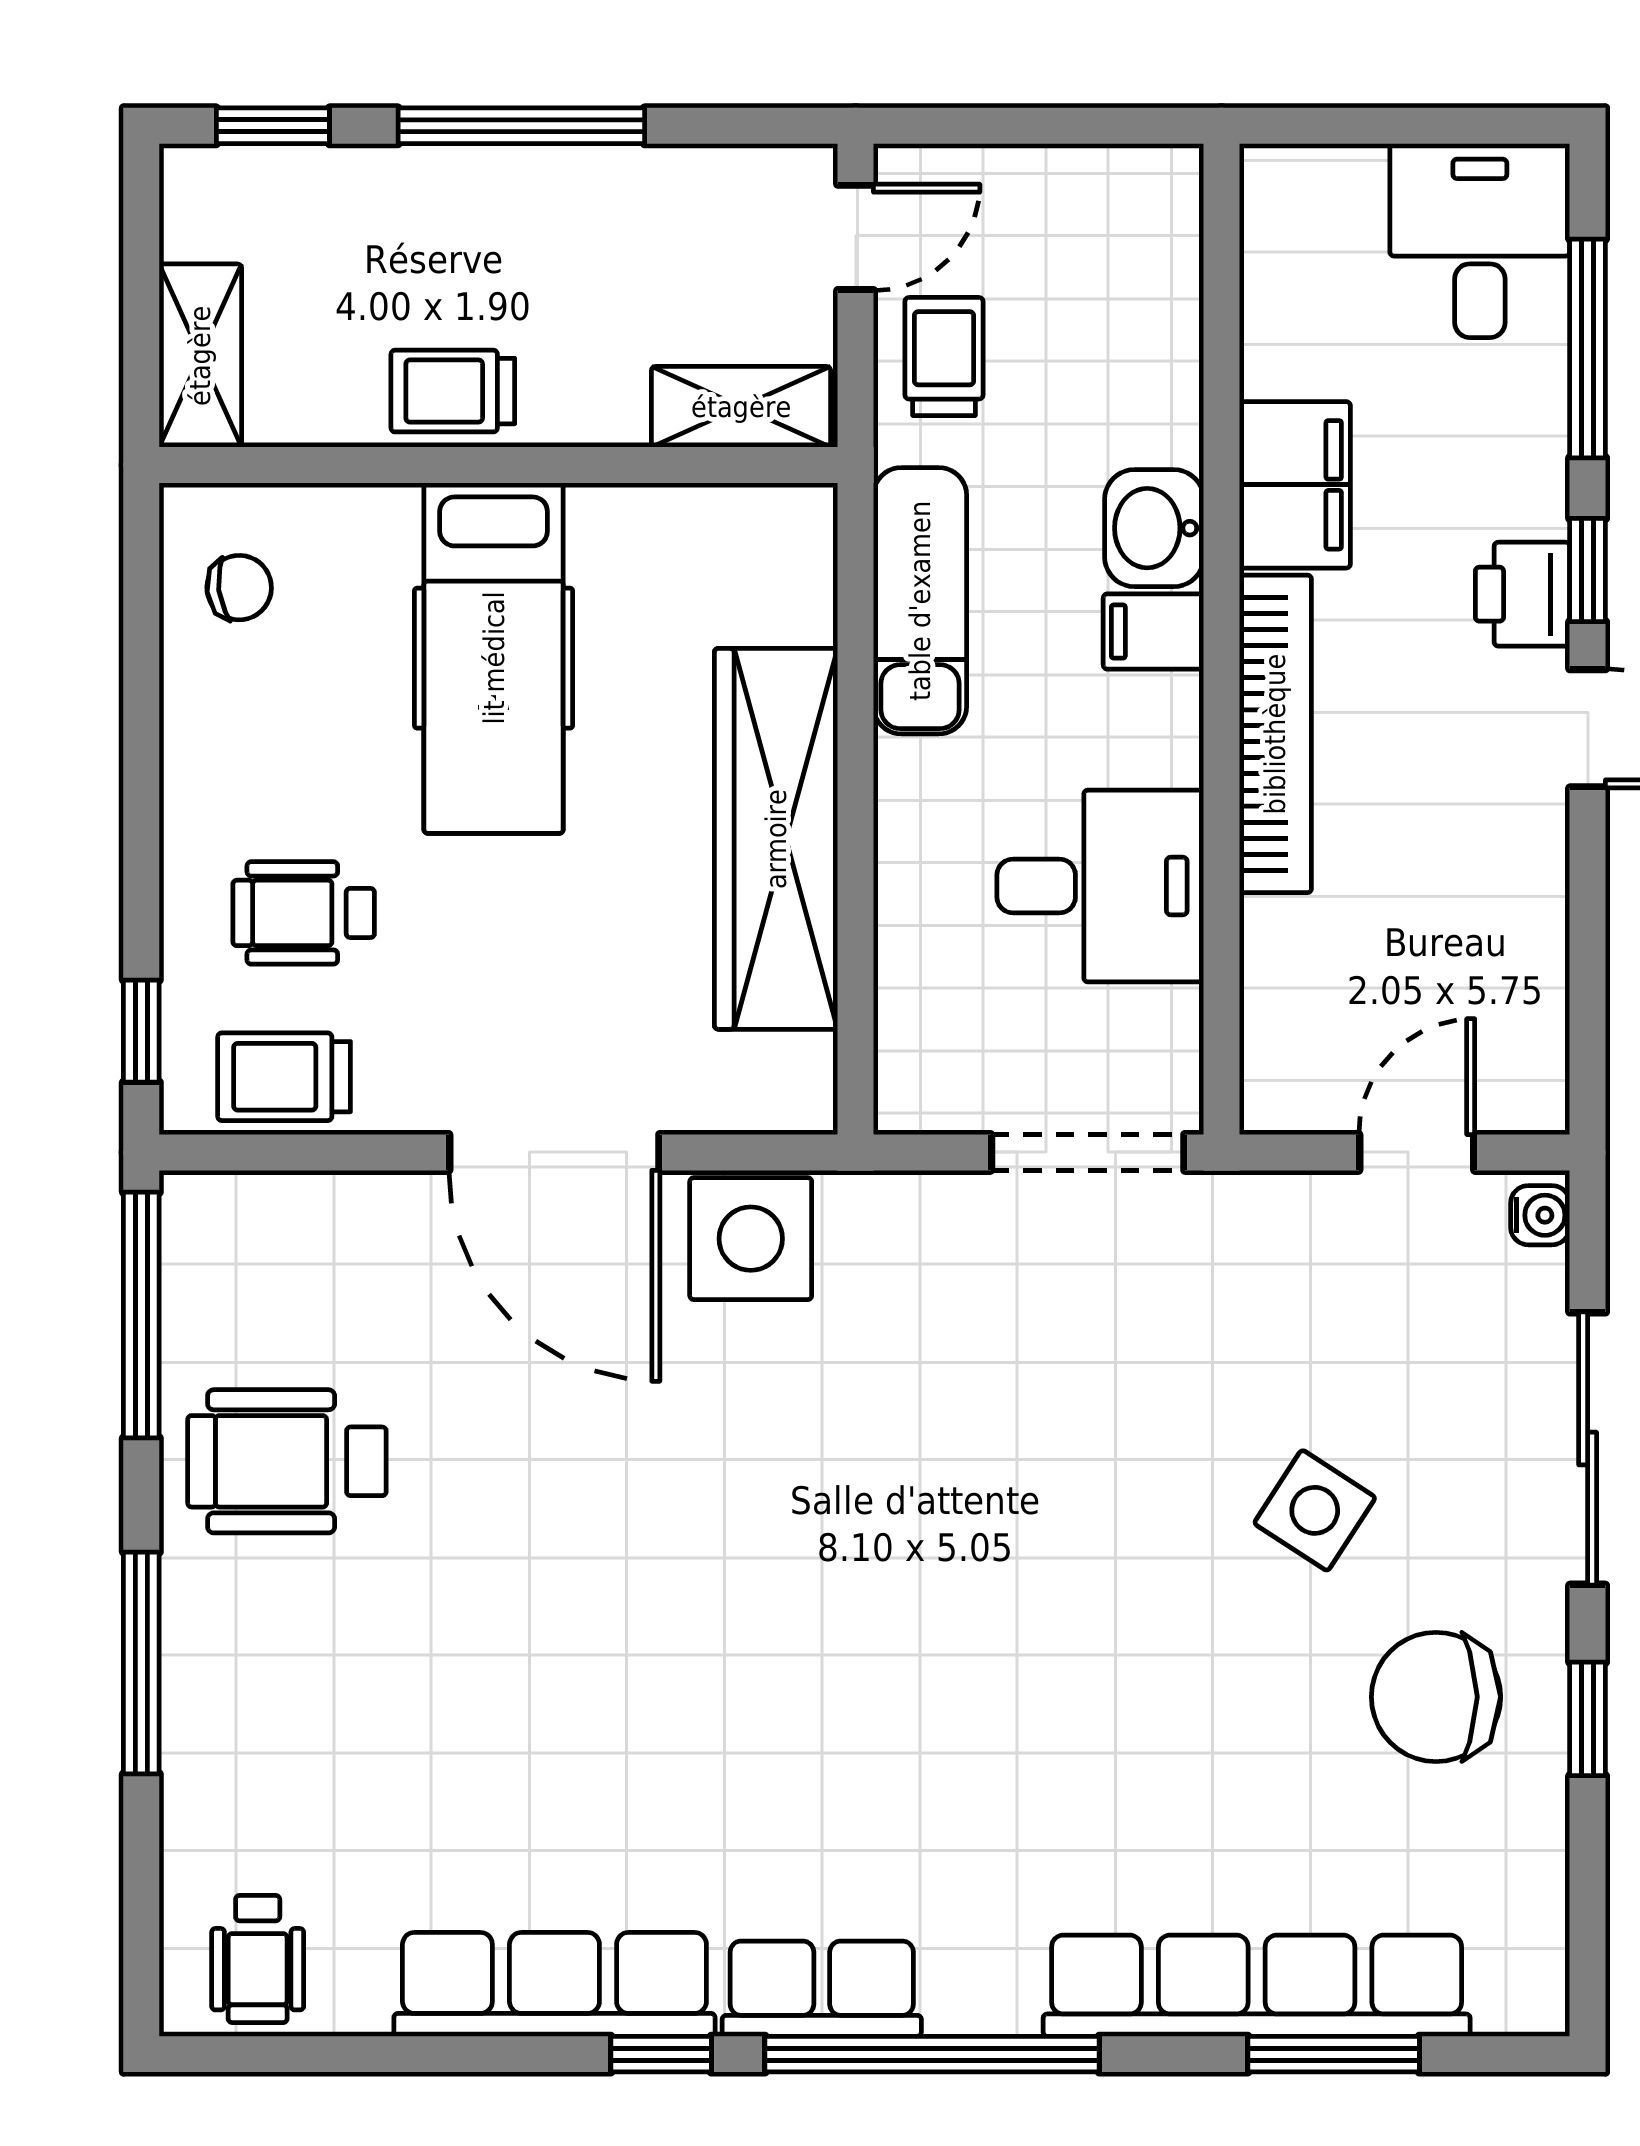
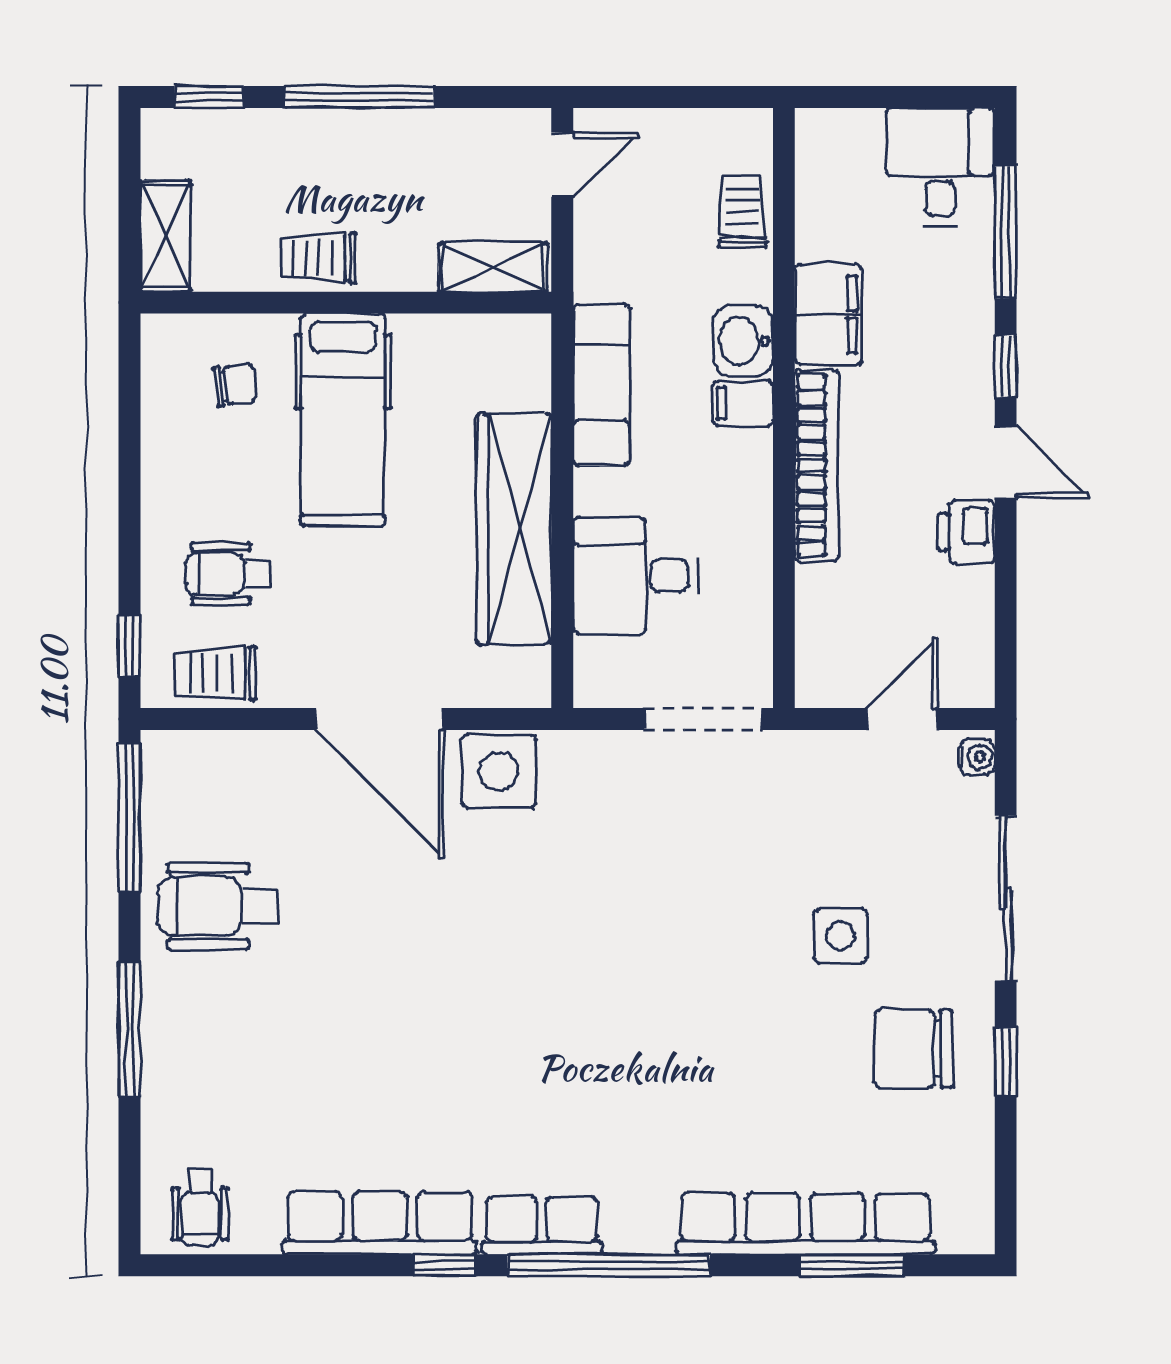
trolley: (944, 356) -> (742, 211), moved
chair: (239, 588) -> (235, 385), moved
printer: (1523, 594) -> (966, 532), moved
desk: (1100, 886) -> (636, 576), moved, turned 180
side table: (1315, 1510) -> (840, 936), turned -33

